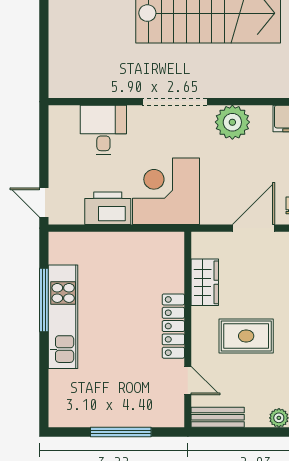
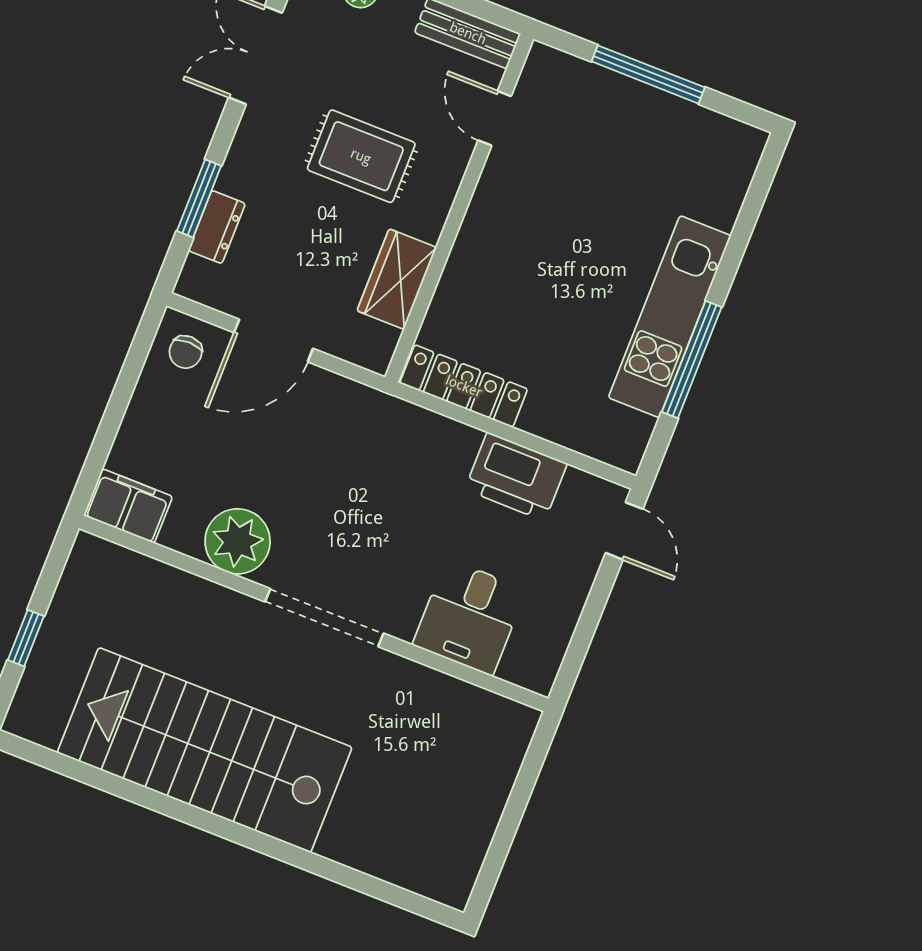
corner desk: (166, 191) -> (402, 466), removed
locker: (173, 326) -> (464, 386), moved, turned -90

